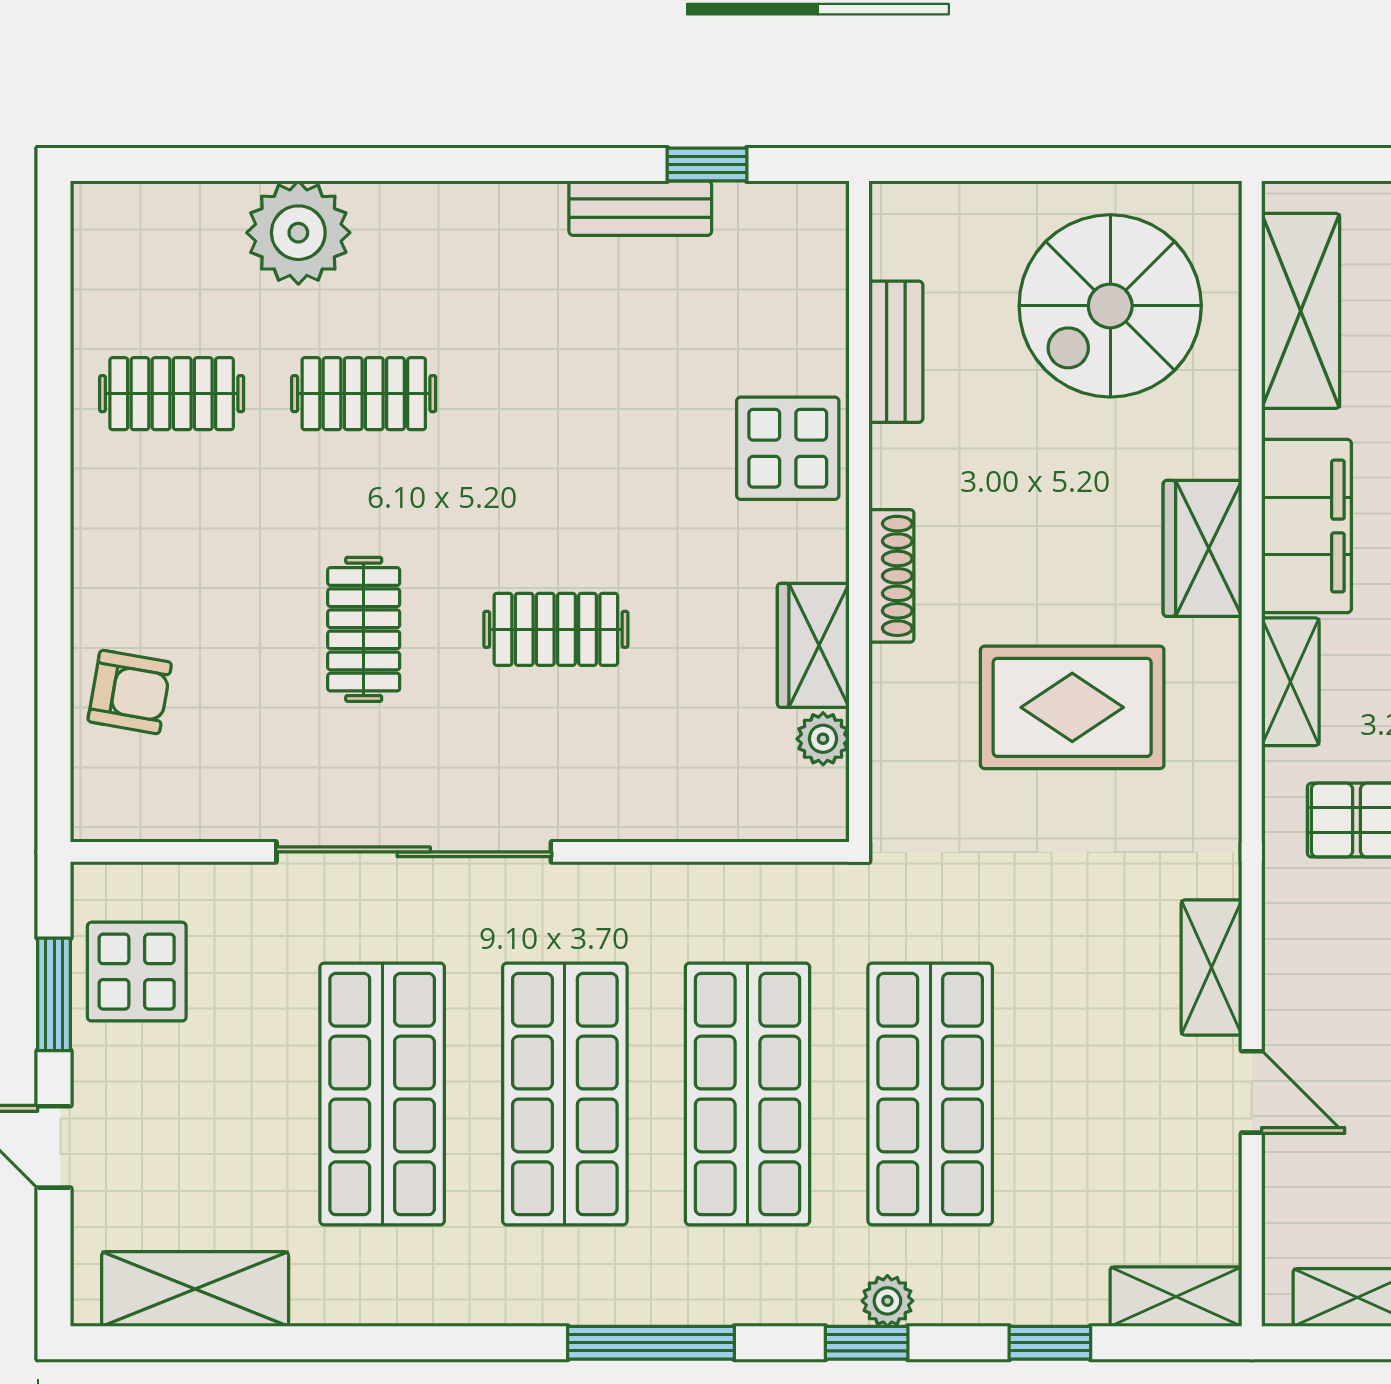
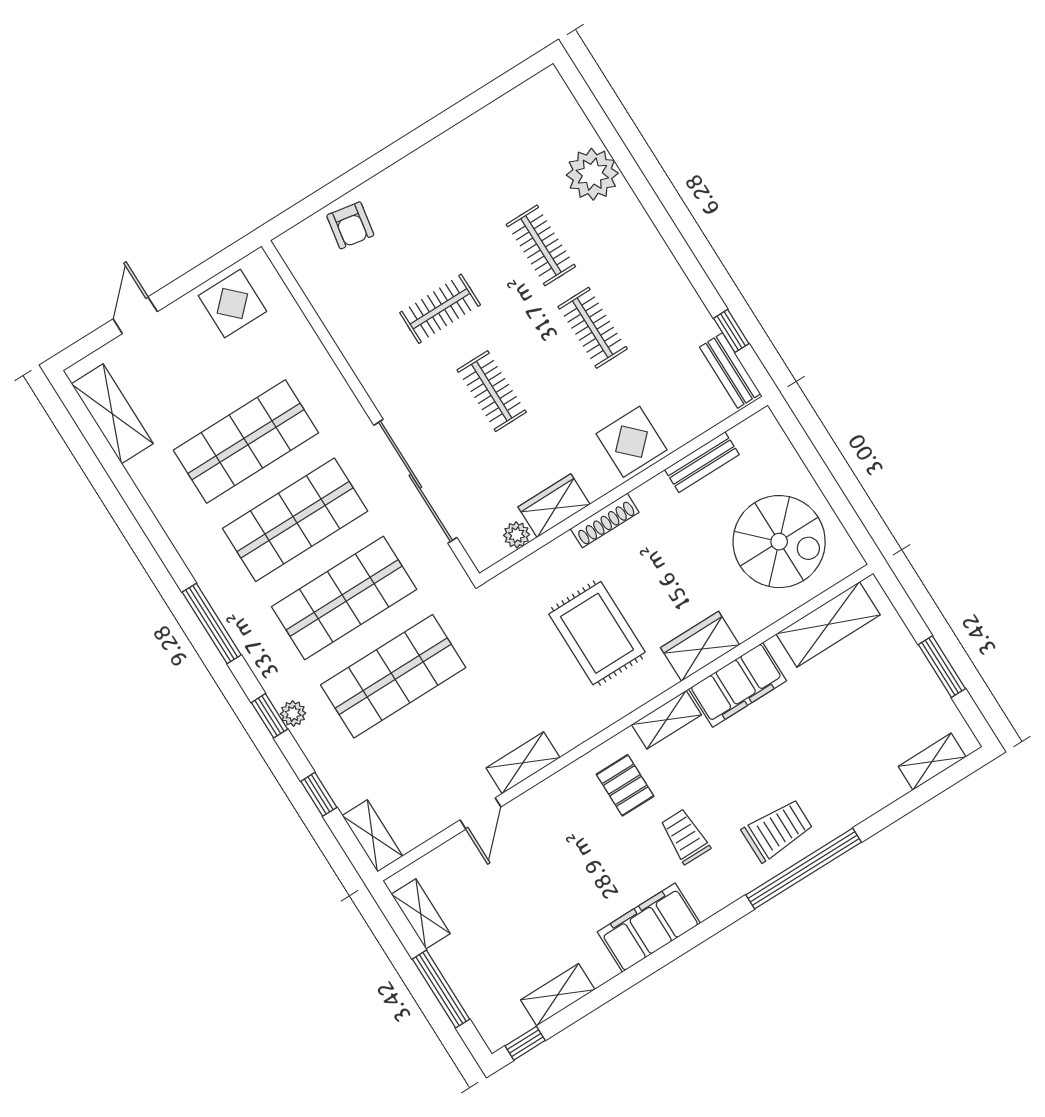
bench: (640, 208) -> (730, 370), moved
spiral stairs: (1110, 306) -> (779, 542), turned 180
clothes rail: (172, 394) -> (593, 328), moved
sliding door: (414, 852) -> (415, 481), moved
window: (54, 994) -> (200, 274), removed

